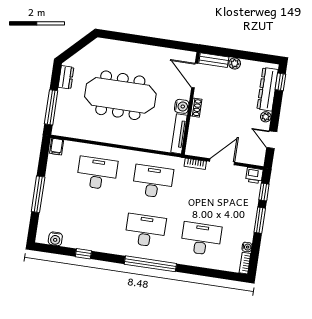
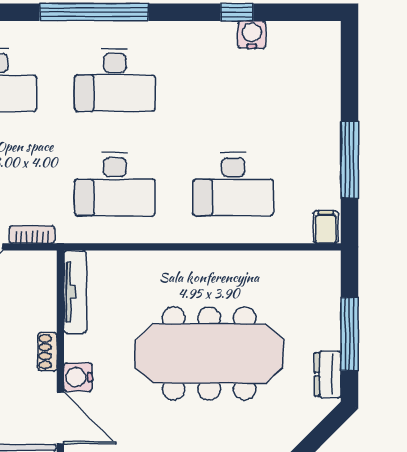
water cooler: (182, 106) -> (78, 377), moved
window: (51, 107) -> (350, 334), moved
window: (38, 194) -> (350, 160), moved
water cooler: (55, 239) -> (252, 35), moved

